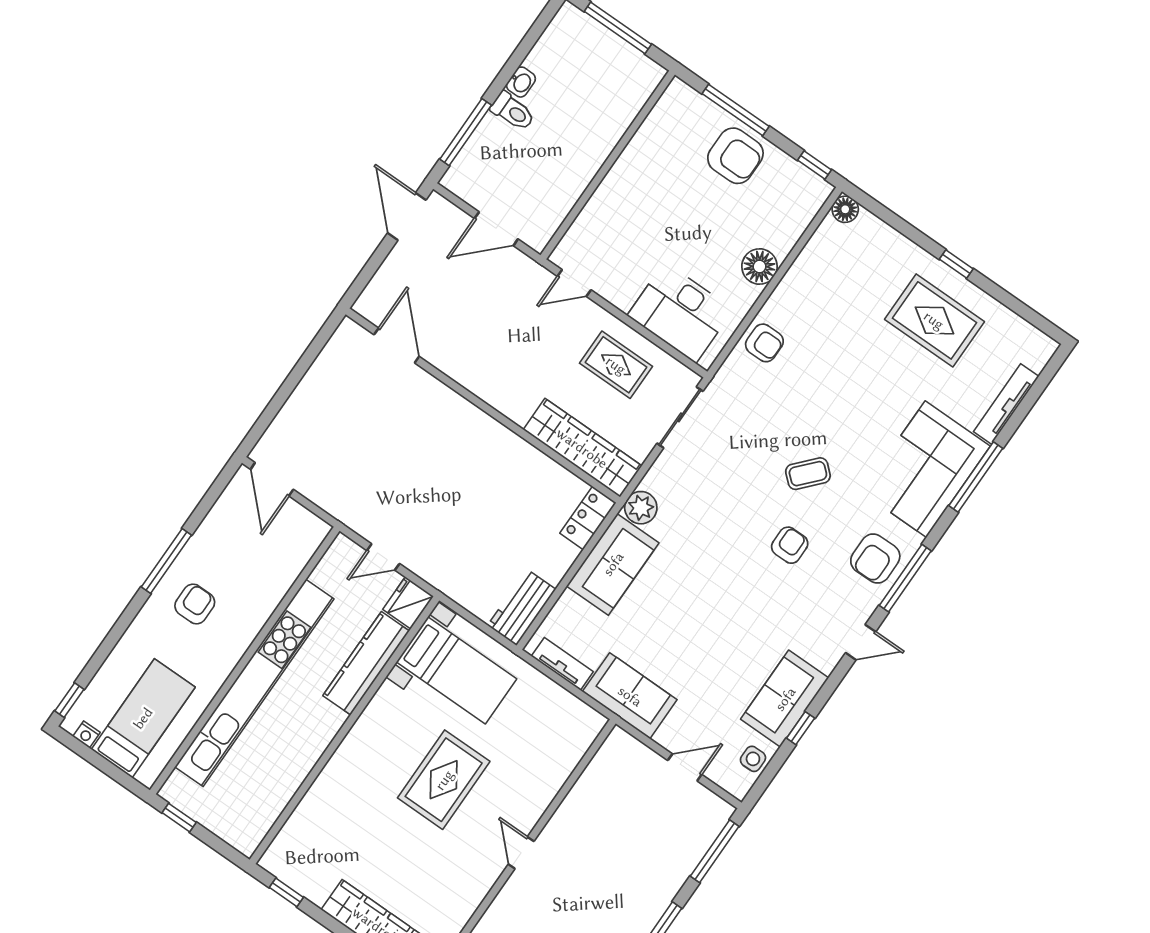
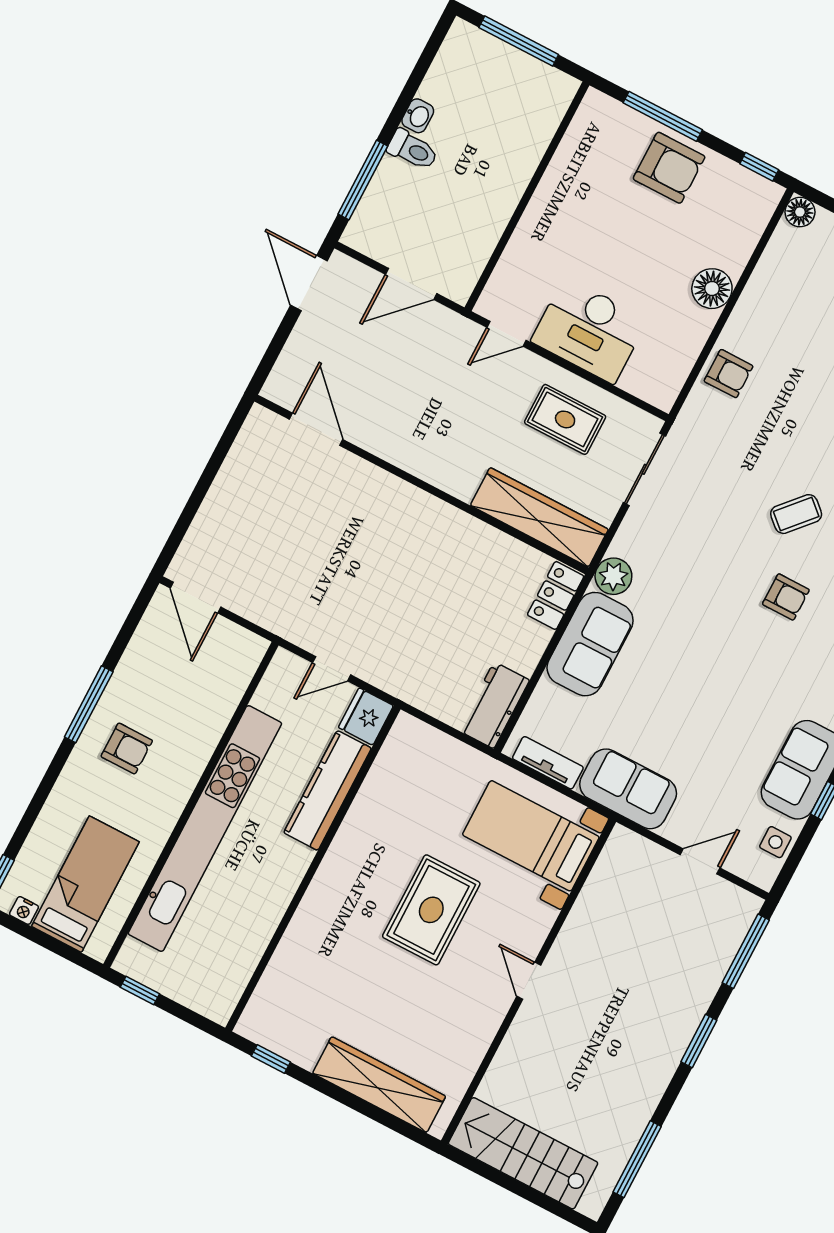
desk: (680, 313) -> (589, 330), moved
armchair: (790, 545) -> (786, 597), turned 90
armchair: (195, 604) -> (127, 748), turned 90
bed with nightstands: (457, 670) -> (531, 836), moved, turned 180

